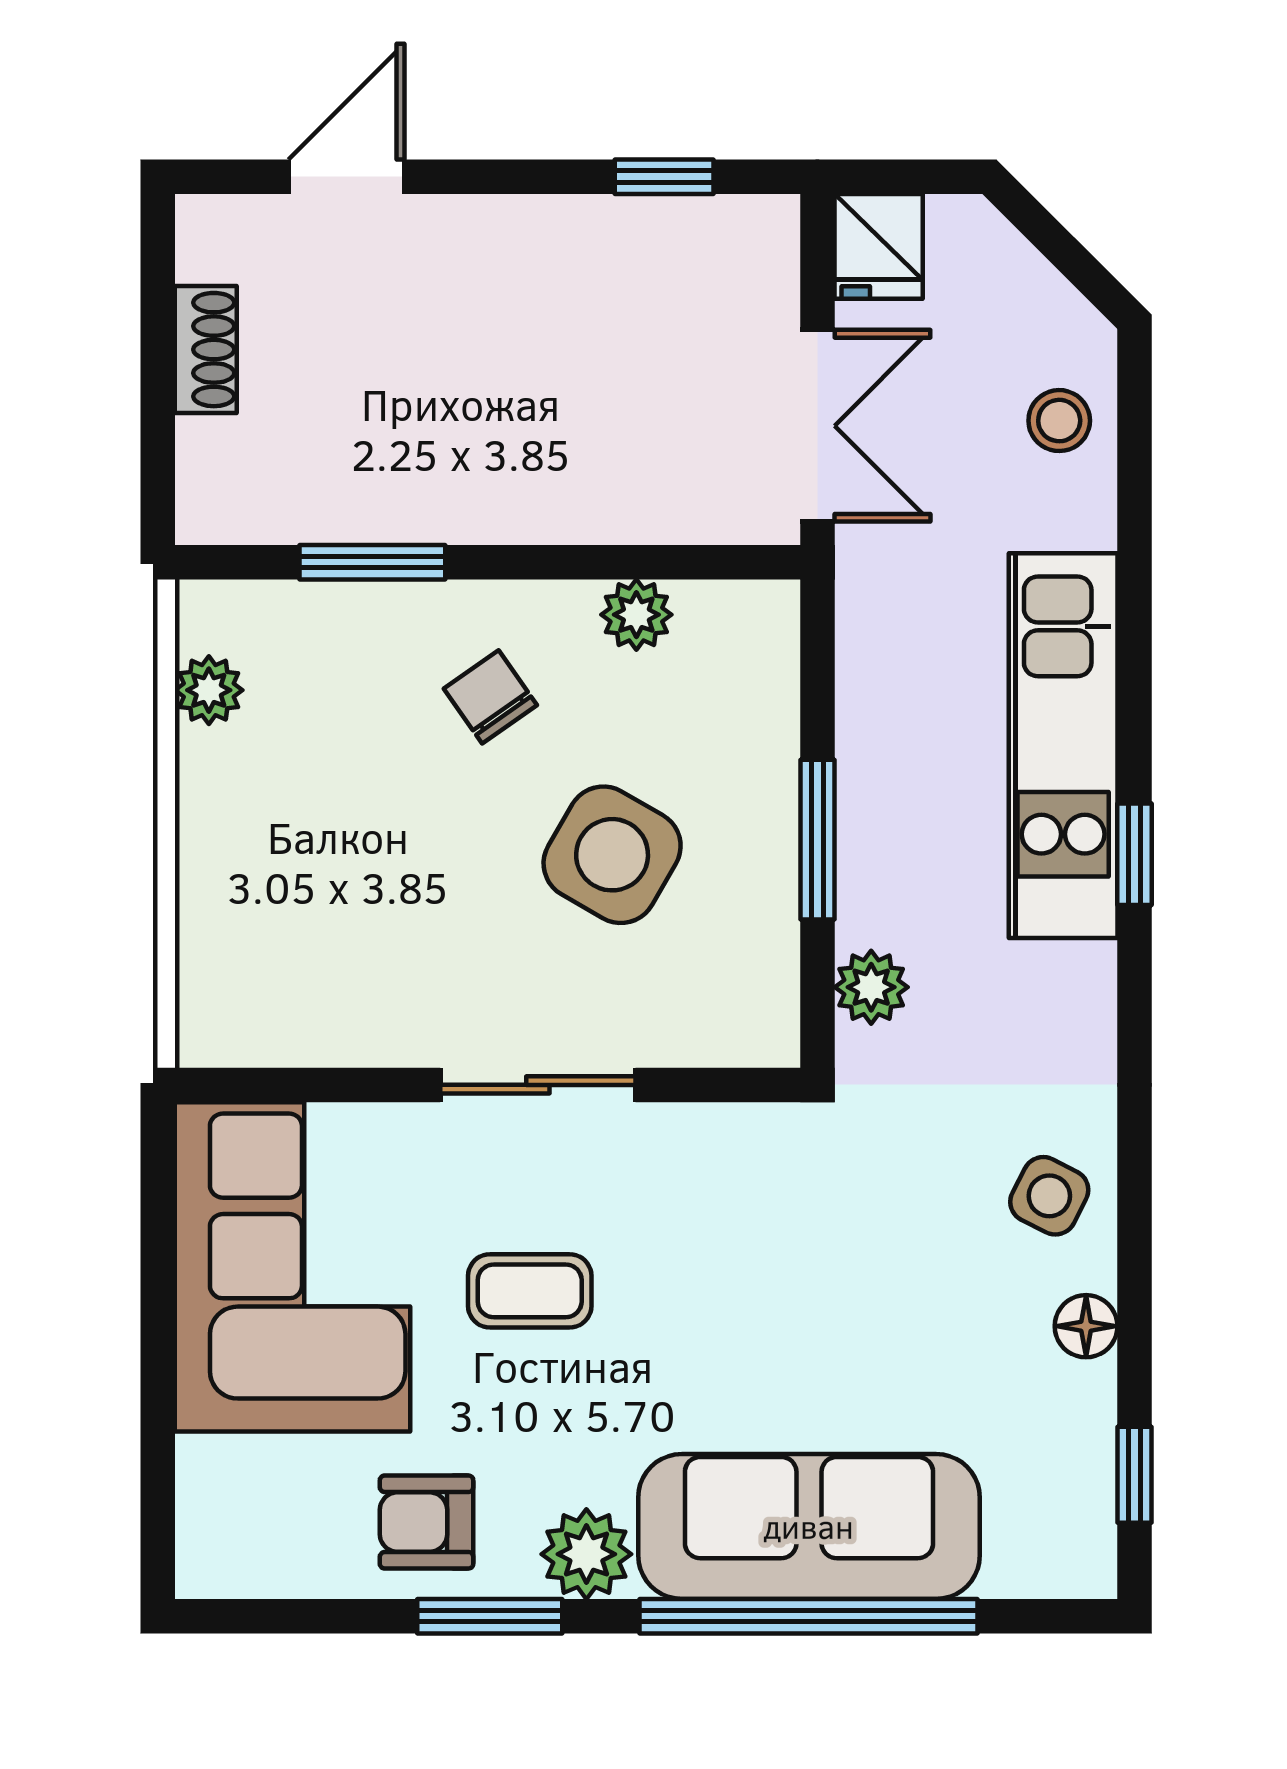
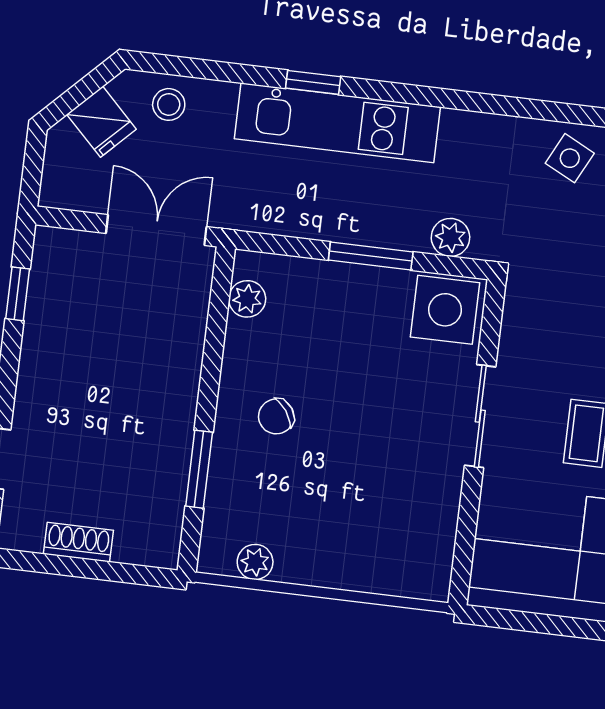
fridge: (879, 246) -> (101, 122), moved, turned 45
plant: (636, 615) -> (247, 299), moved
window: (1134, 854) -> (313, 82), moved
side table: (612, 855) -> (445, 310), moved, turned -30

